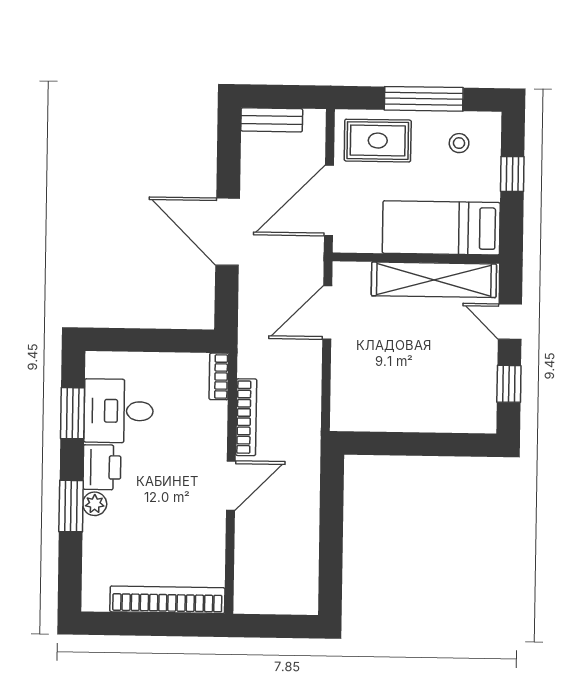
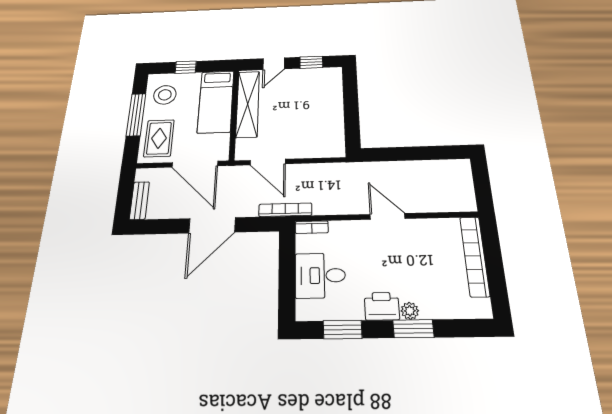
stool: (459, 143) -> (165, 95), width x1.89, depth x1.89
desk: (119, 411) -> (320, 275), moved, turned 90
bookcase: (246, 417) -> (285, 210), moved

